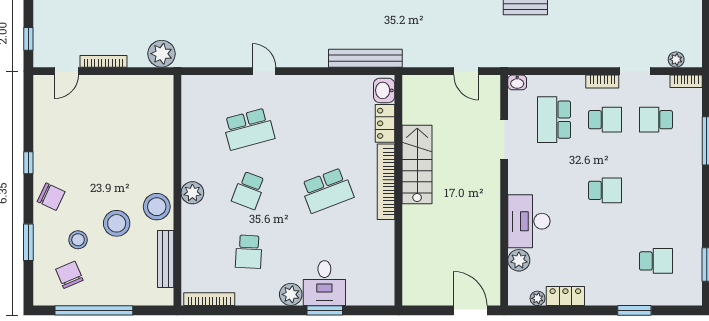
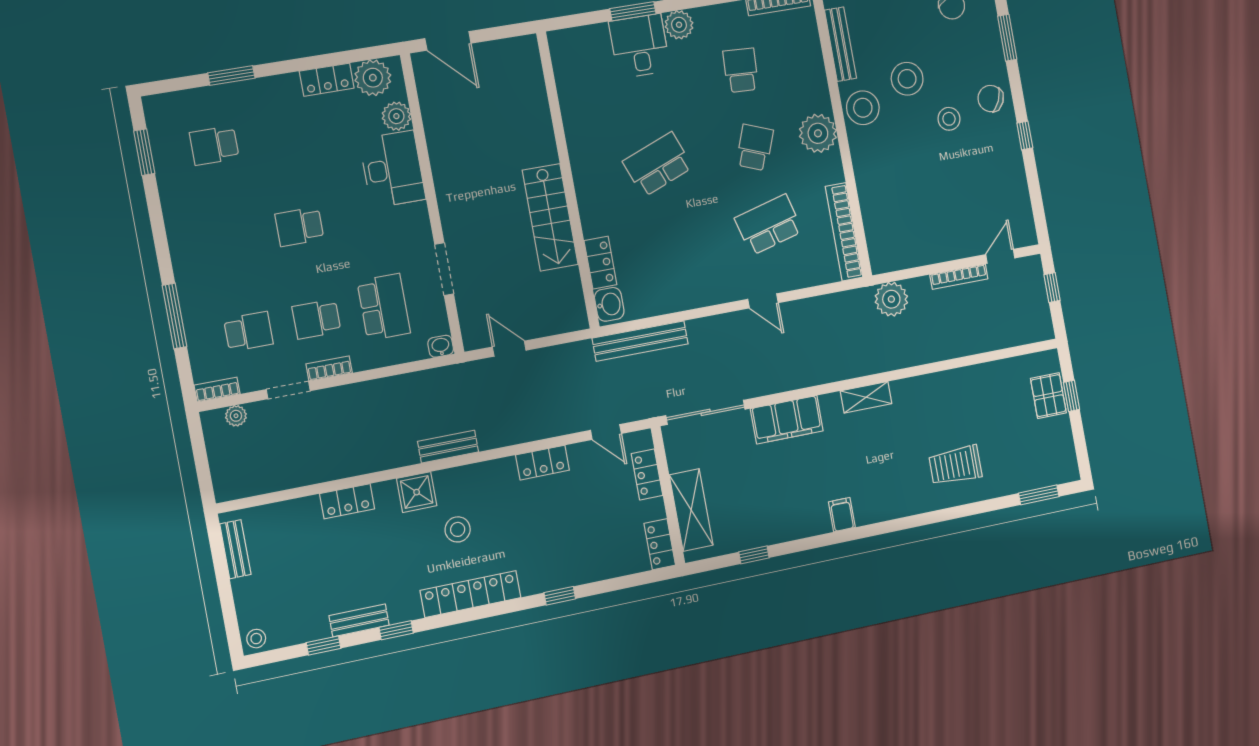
bookcase: (386, 182) -> (844, 232), moved, turned 180
plant: (192, 193) -> (818, 133), width x1.36, depth x1.36
stool: (78, 240) -> (949, 119), moved
plant: (538, 298) -> (373, 78), width x1.88, depth x1.88

